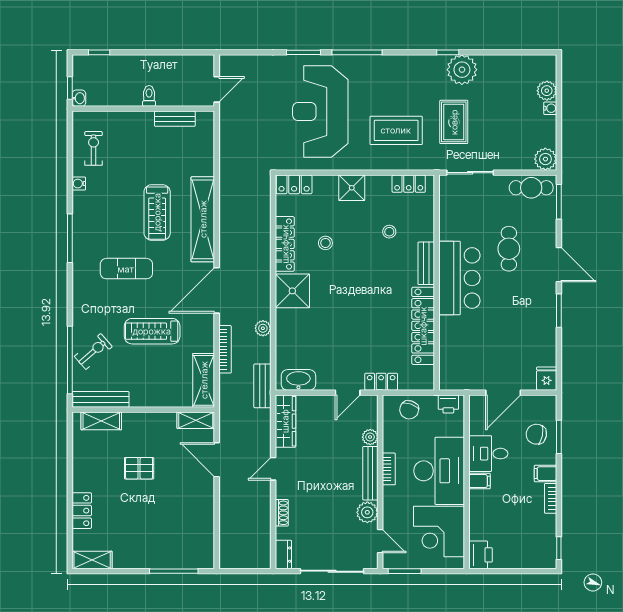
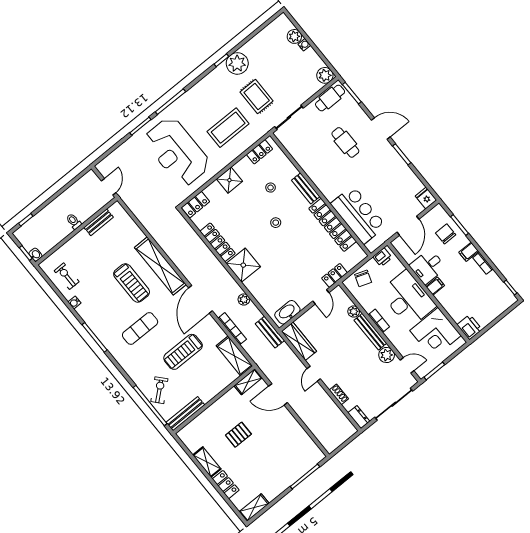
stool: (325, 243) -> (276, 223), moved
bar counter: (459, 278) -> (358, 215), moved
shelving: (101, 421) -> (207, 462), moved, turned 90
chair: (536, 434) -> (446, 234), turned 79

